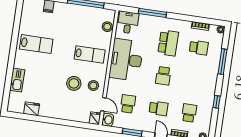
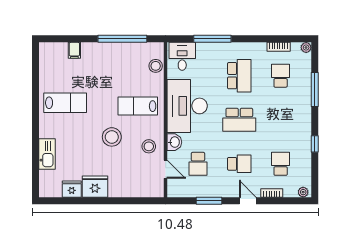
school desk: (199, 48) -> (281, 76), turned -90
lab bench: (90, 54) -> (138, 106), turned 180
school desk: (163, 76) -> (239, 120), width x1.85
stool: (74, 83) -> (112, 137), moved
school desk: (128, 104) -> (198, 164), turned 180
fridge: (95, 118) -> (95, 187), moved, width x1.88, depth x1.34
washbasin: (108, 120) -> (174, 142), moved

